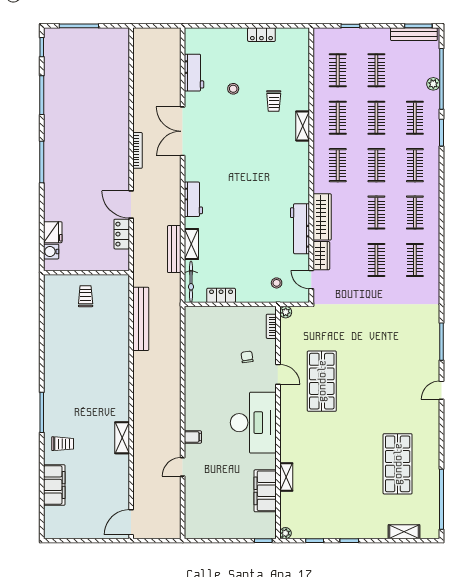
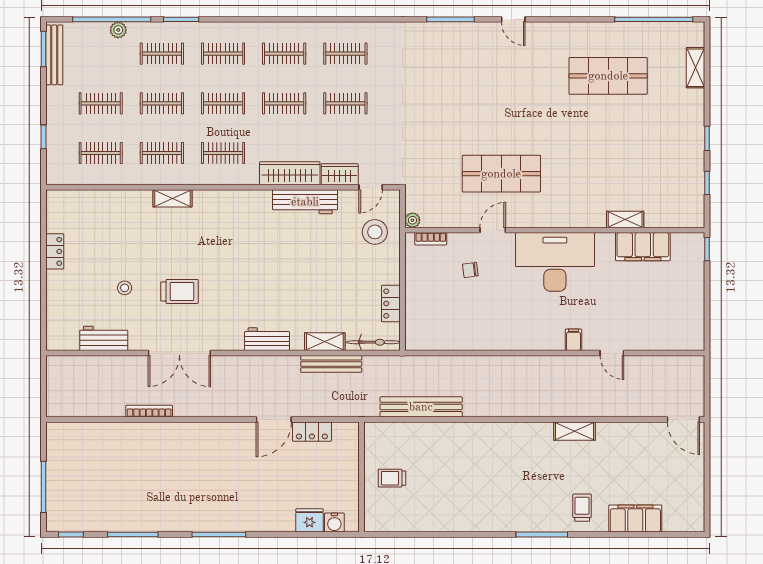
trolley: (274, 101) -> (179, 291), moved, width x1.36, depth x1.39
bookcase: (138, 150) -> (149, 411), moved
stool: (277, 283) -> (375, 232), width x1.89, depth x1.89
plant: (285, 533) -> (697, 221), removed

